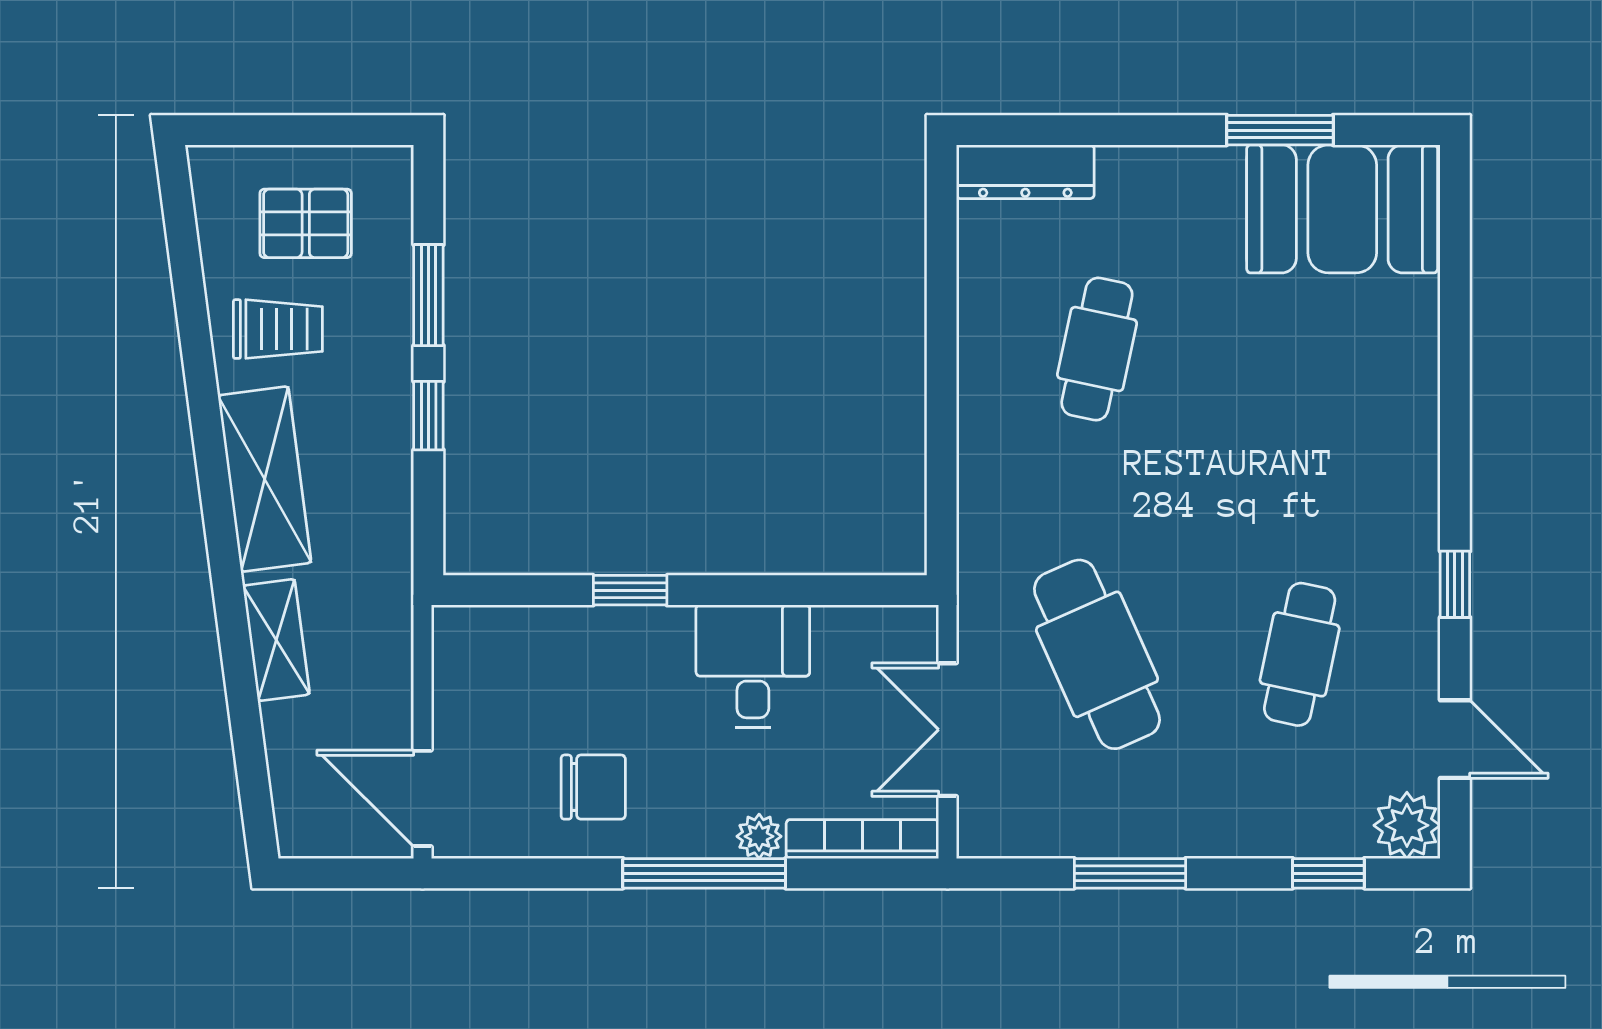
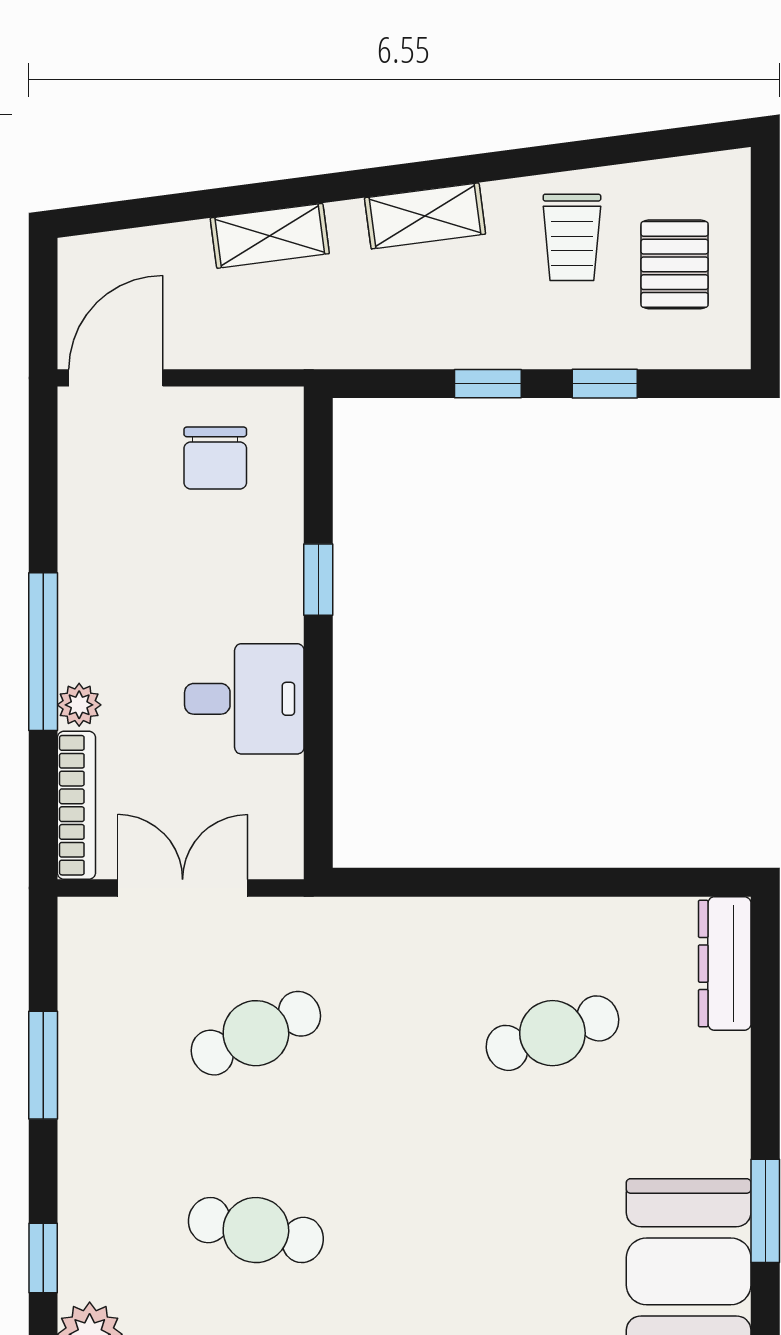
window: (428, 295) -> (605, 384), width x0.67
cafe table: (1097, 349) -> (552, 1033), turned -30
shelving: (265, 479) -> (425, 216), width x0.67, depth x0.75
cafe table: (1097, 654) -> (256, 1033), width x0.73, depth x0.74
chair: (593, 787) -> (215, 458), moved

